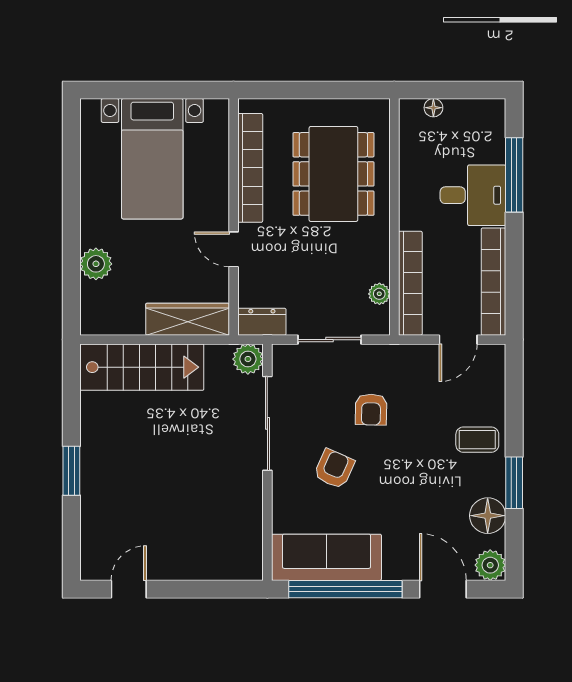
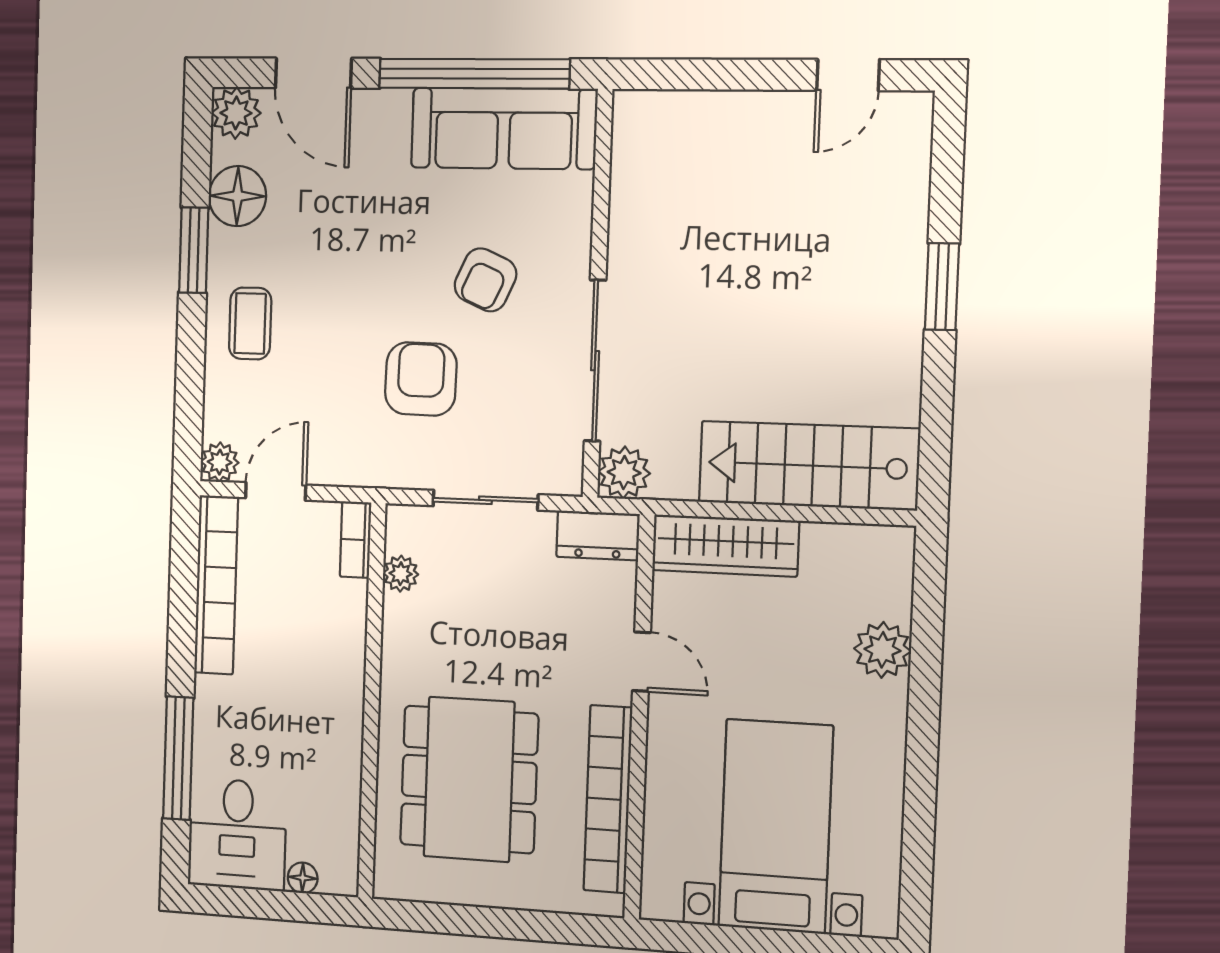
desk: (473, 195) -> (237, 834), moved, turned -90
bookcase: (410, 283) -> (356, 540), width x0.43, depth x0.76
plant: (494, 356) -> (220, 462), added
armchair: (371, 410) -> (421, 379), width x1.38, depth x1.38
coffee table: (477, 440) -> (250, 323), turned 90

